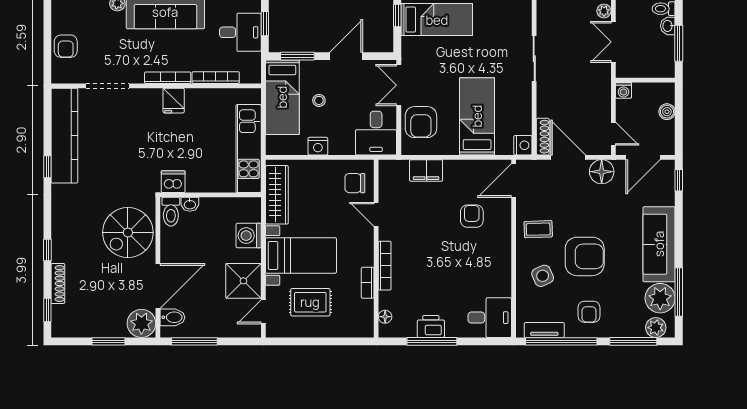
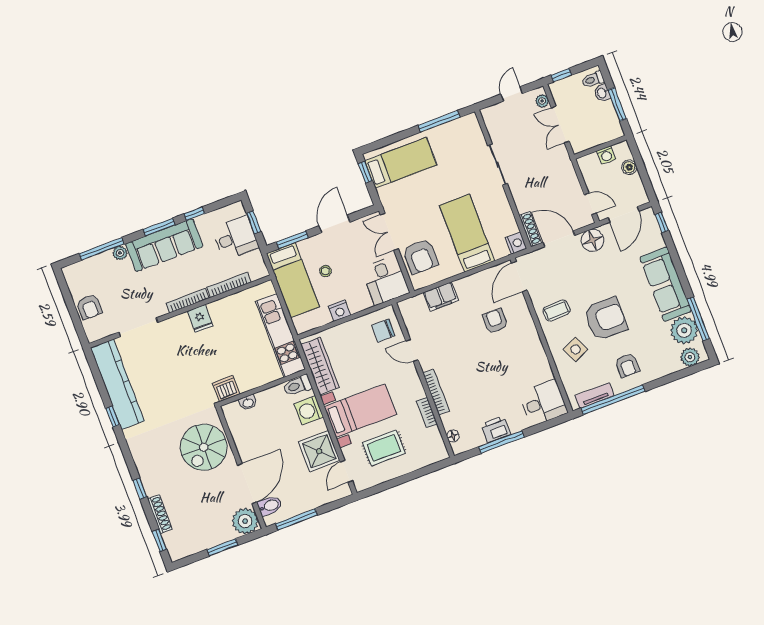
washing machine: (623, 90) -> (606, 155), moved
toilet: (171, 212) -> (297, 386), moved, turned 90
window: (633, 341) -> (675, 376), removed

